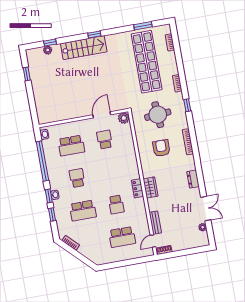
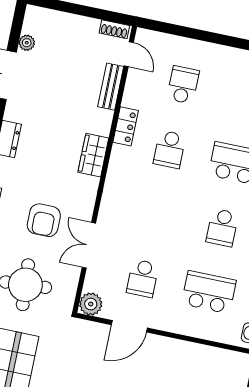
double door: (136, 145) -> (89, 245), added
locker: (138, 188) -> (126, 126), moved
school desk: (116, 205) -> (170, 149), turned 180
school desk: (122, 237) -> (183, 85), width x0.54
door: (153, 241) -> (129, 54), hinge flipped

